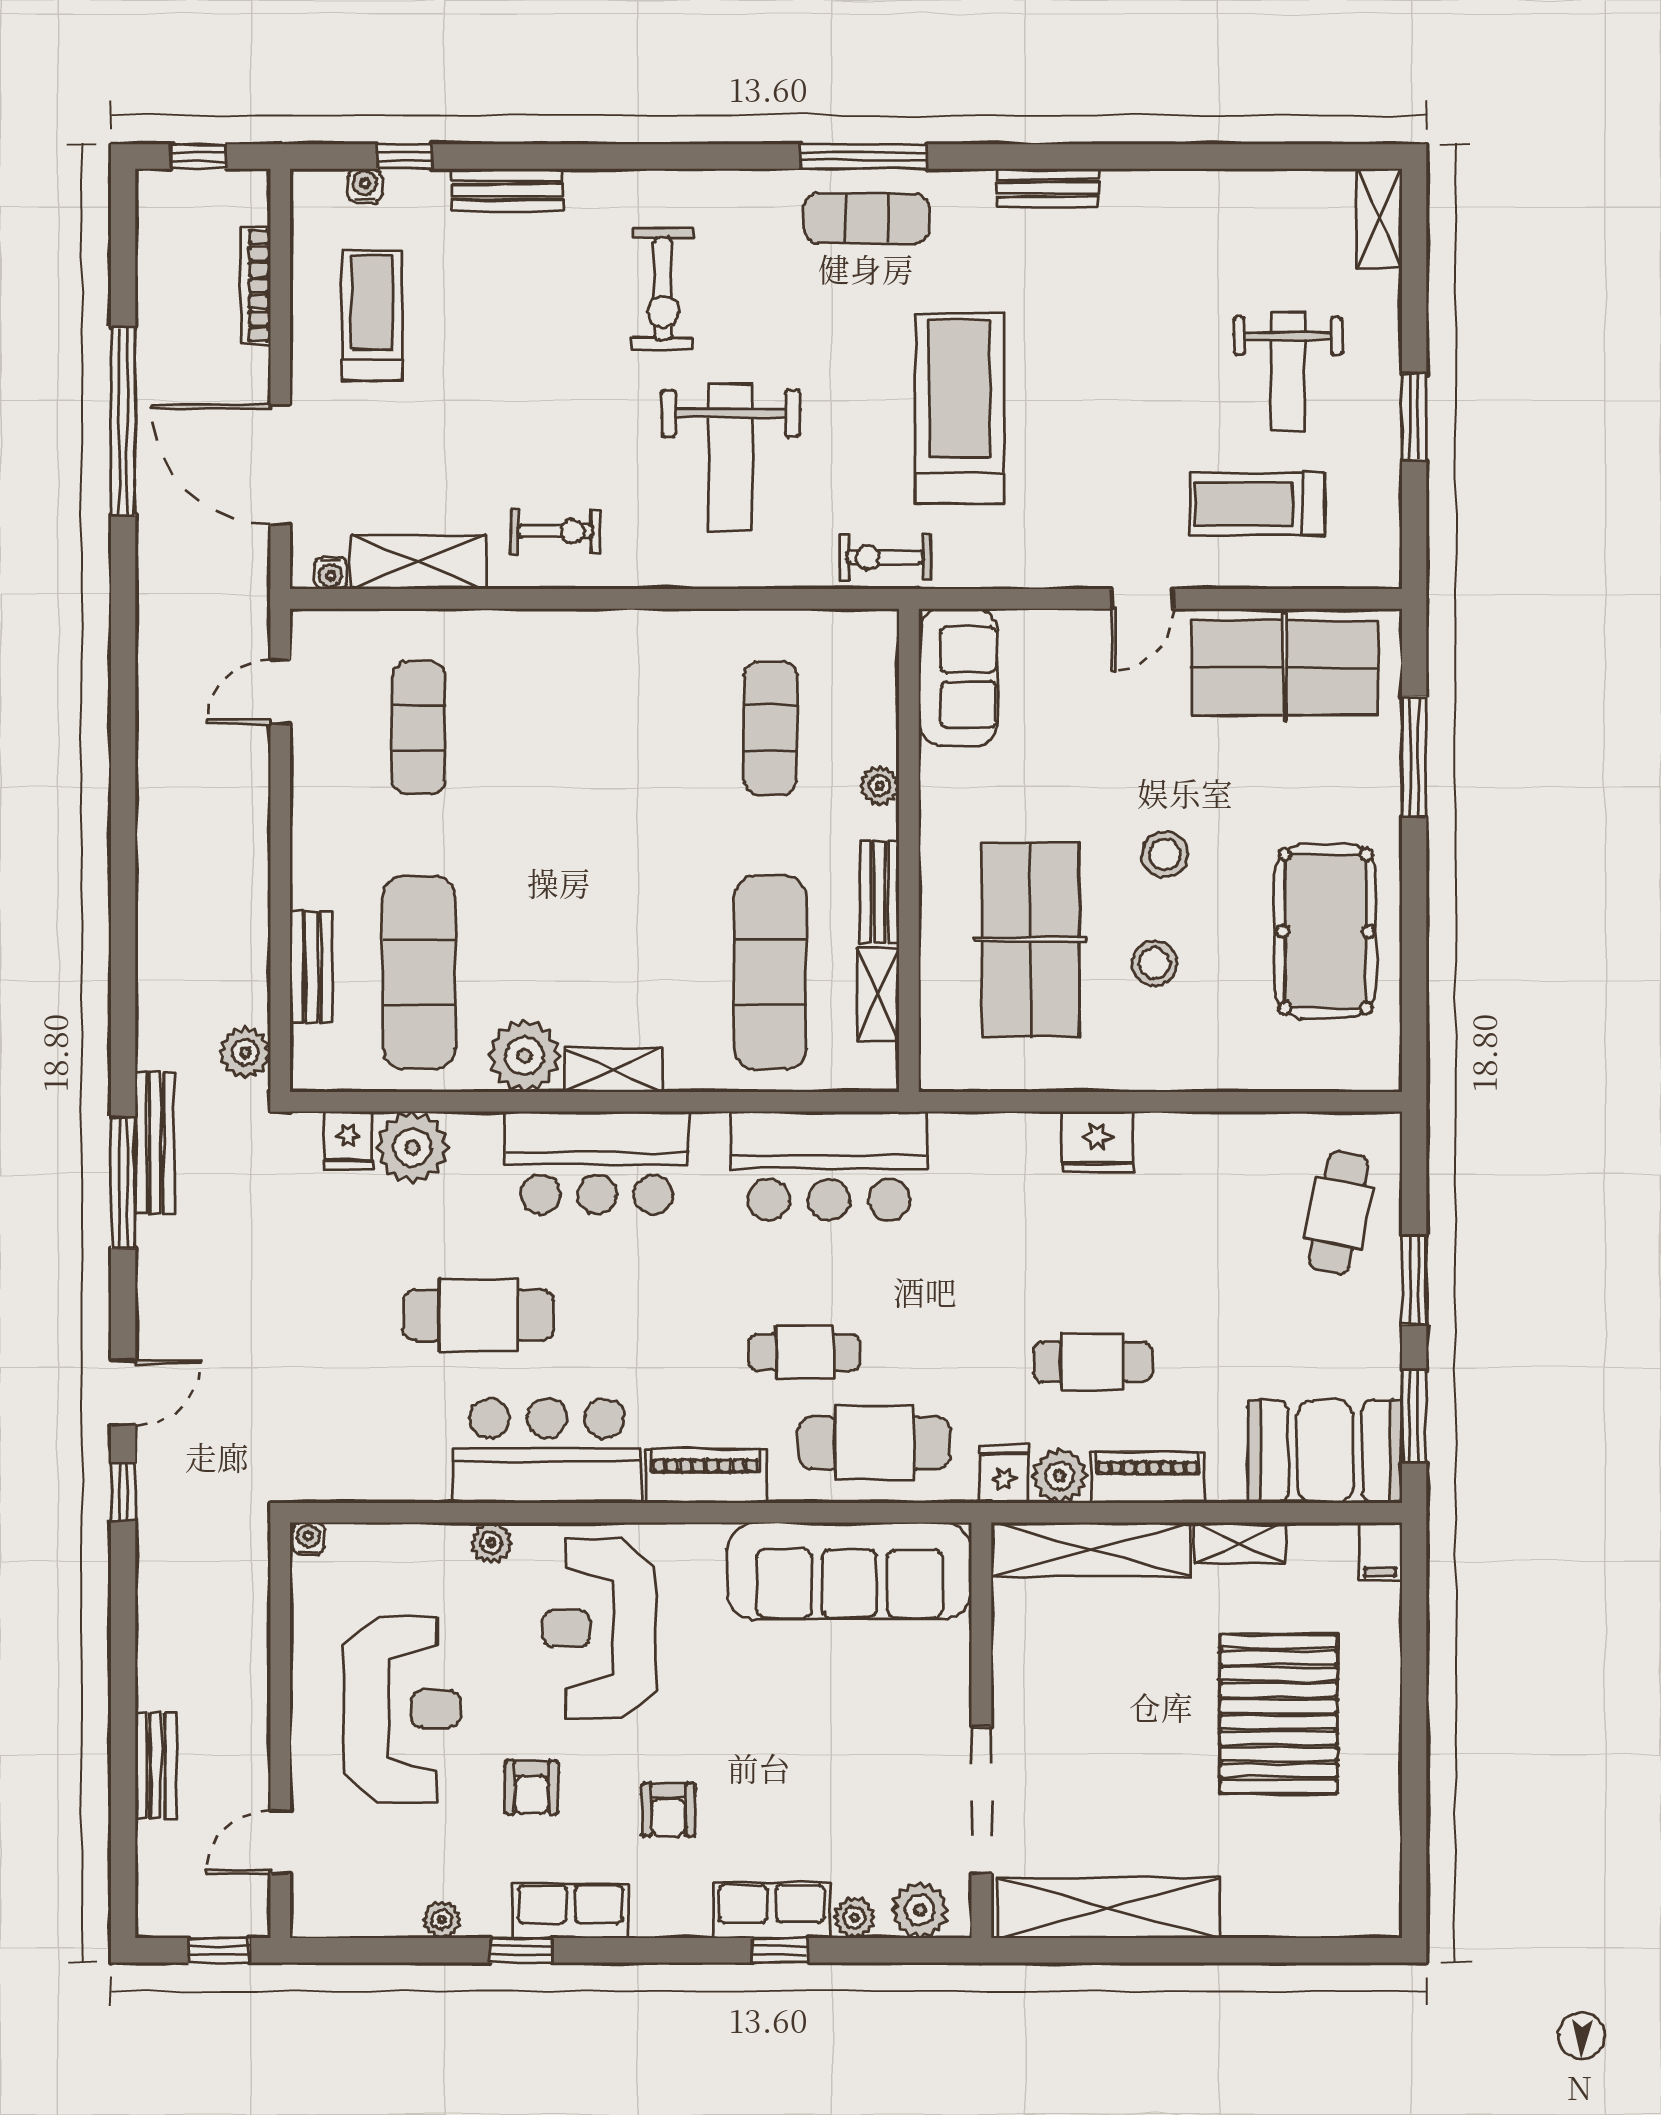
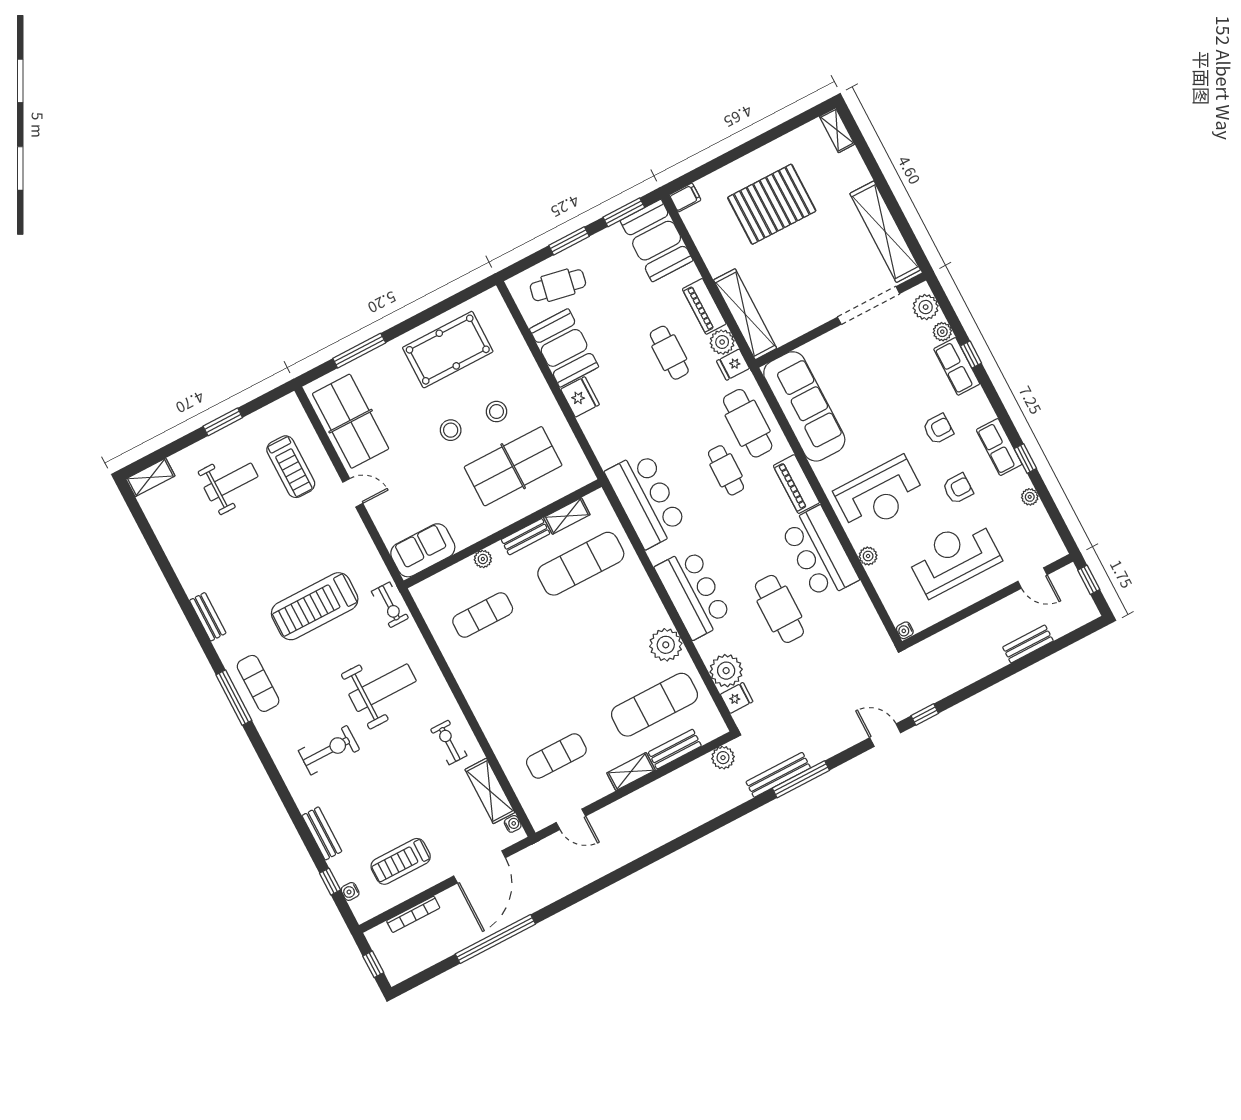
shelving: (614, 1070) -> (631, 772), moved, turned 90
booth: (1210, 1161) -> (564, 348), added
shelving: (1240, 1543) -> (837, 130), moved

